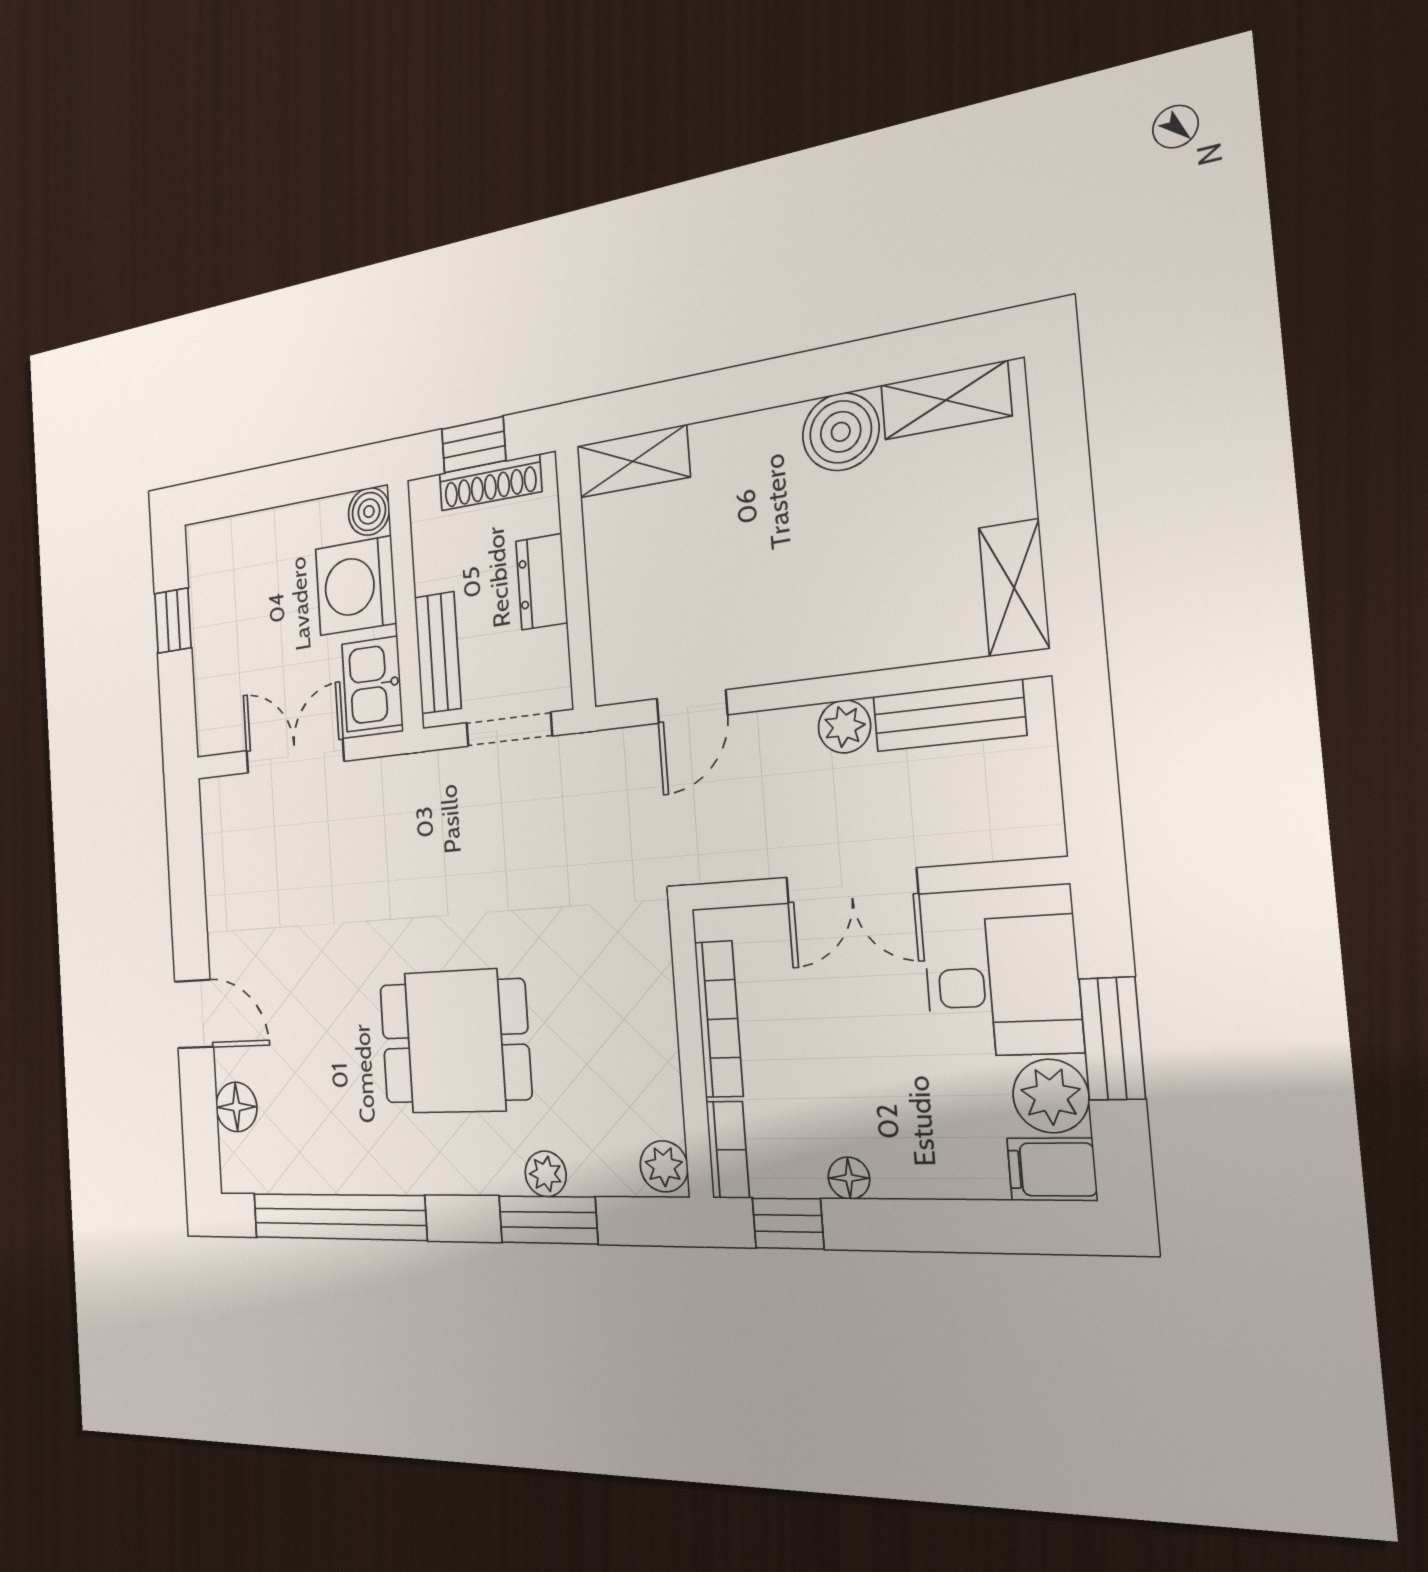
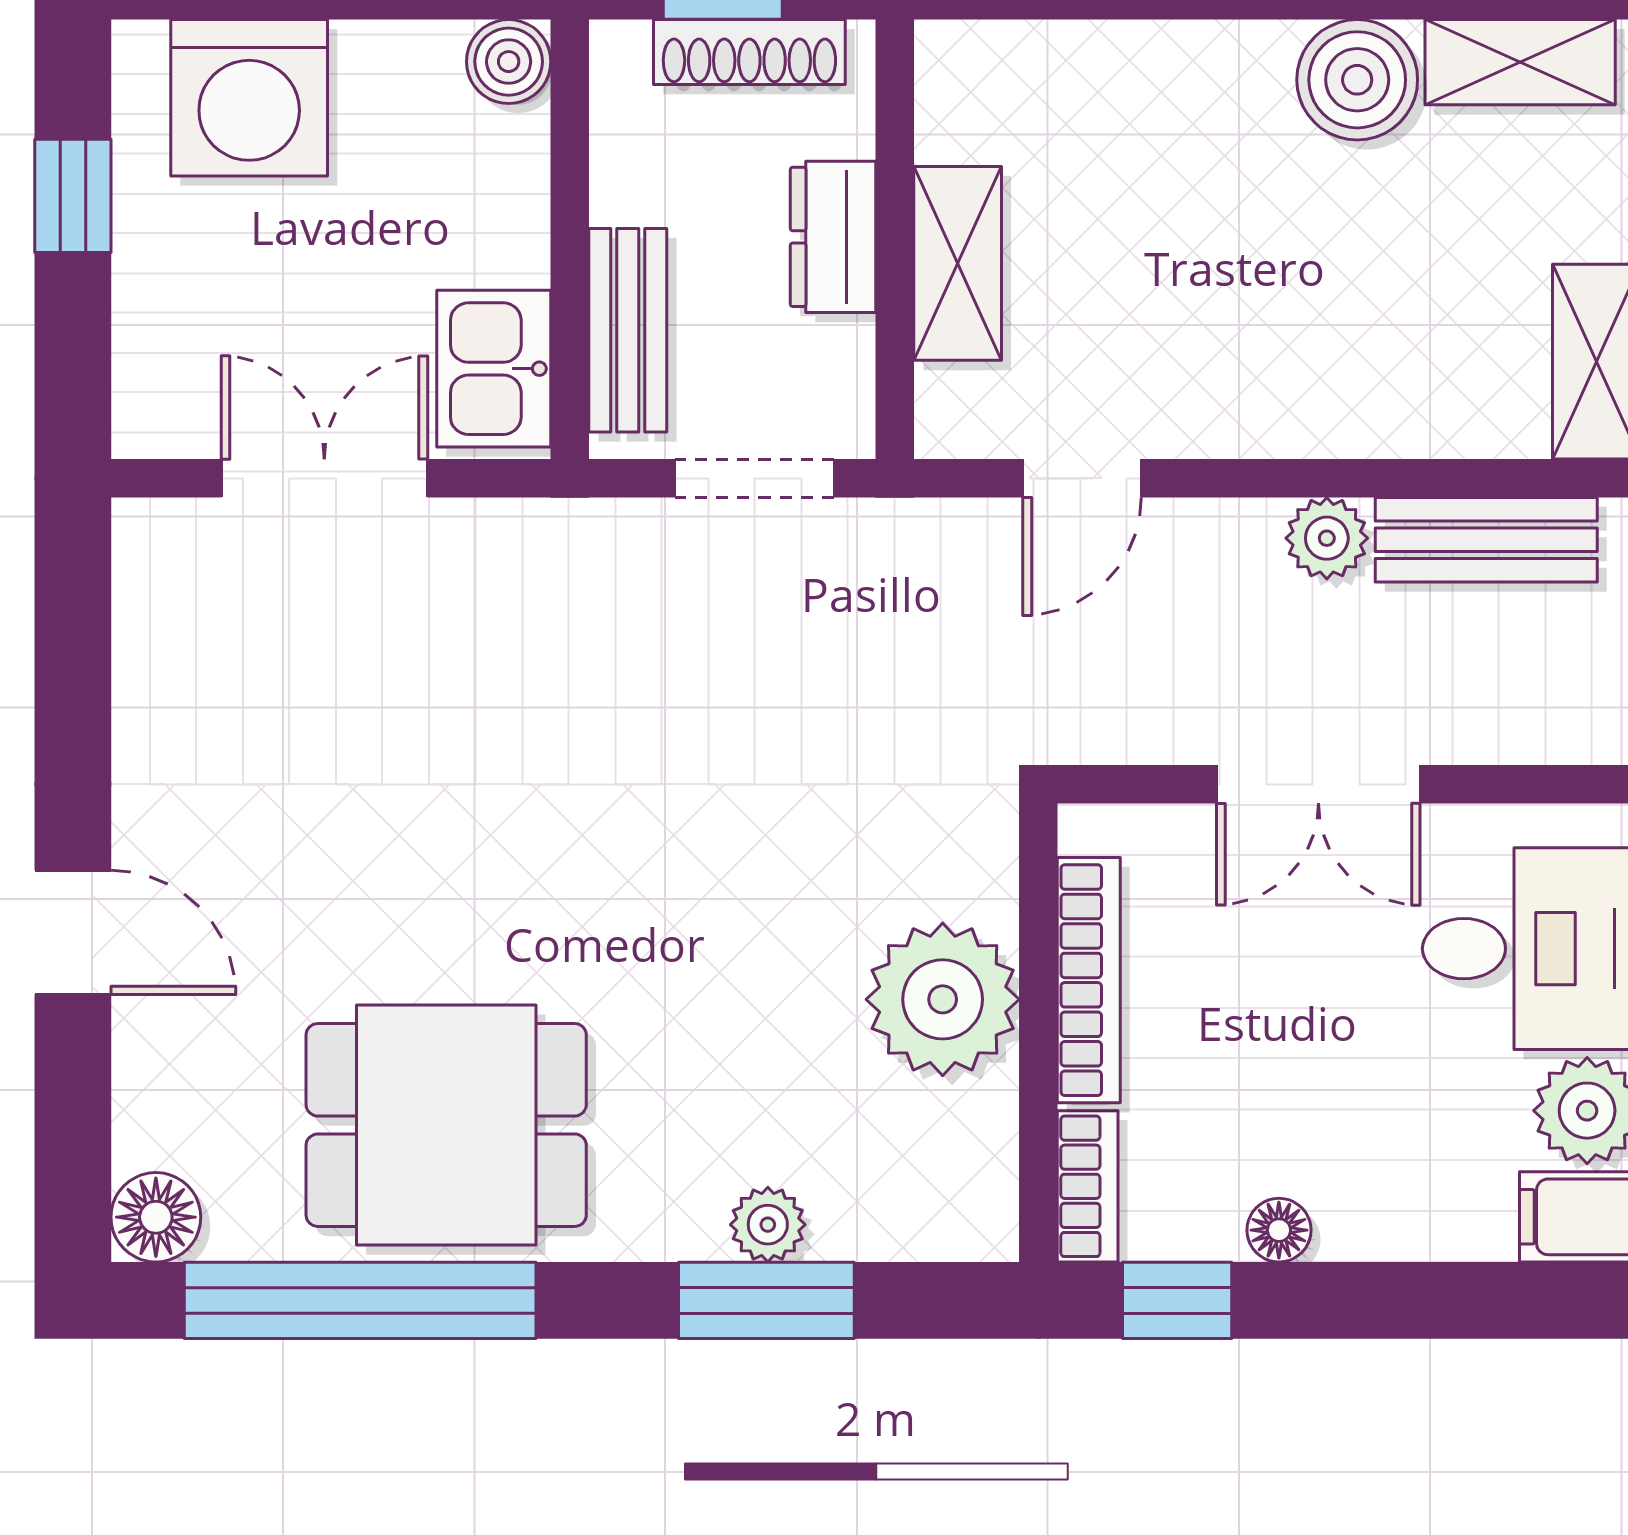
shelving: (633, 461) -> (958, 263), moved, turned 90
washing machine: (356, 586) -> (249, 98), moved, turned -90
dining table: (455, 1041) -> (446, 1125), moved
floor lamp: (236, 1107) -> (156, 1217), moved
plant: (664, 1166) -> (943, 999), moved, width x1.88, depth x1.88

